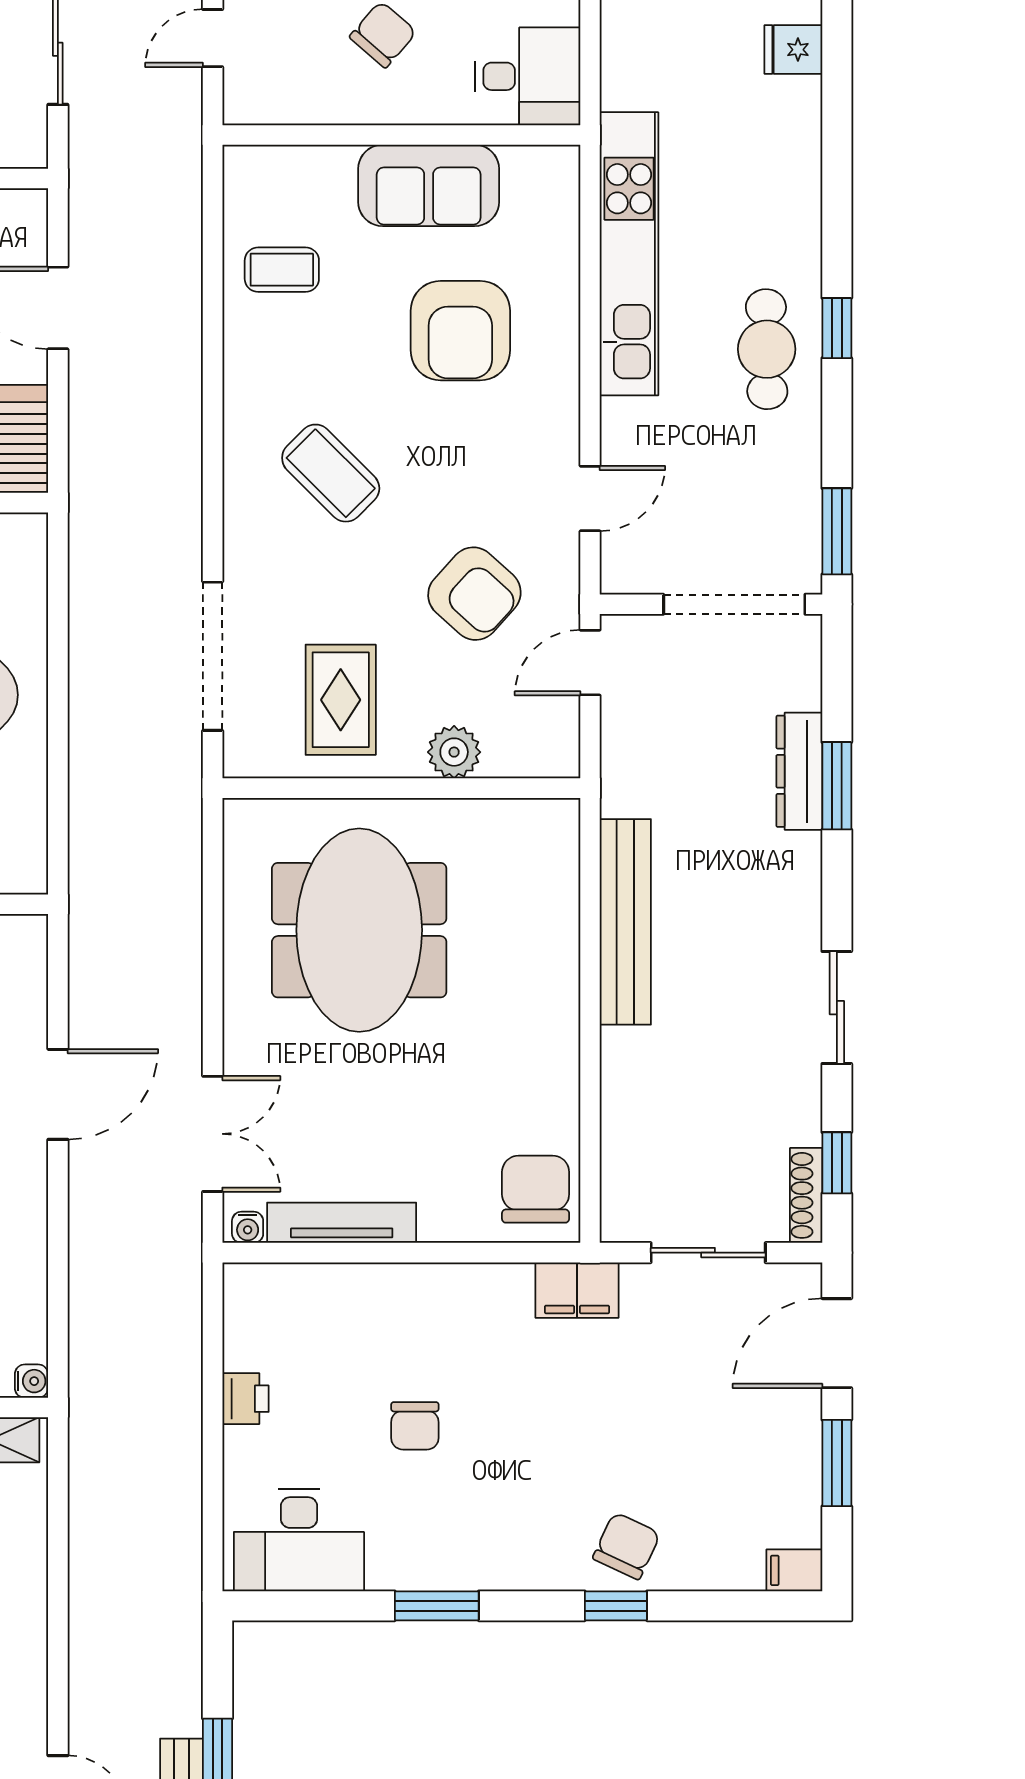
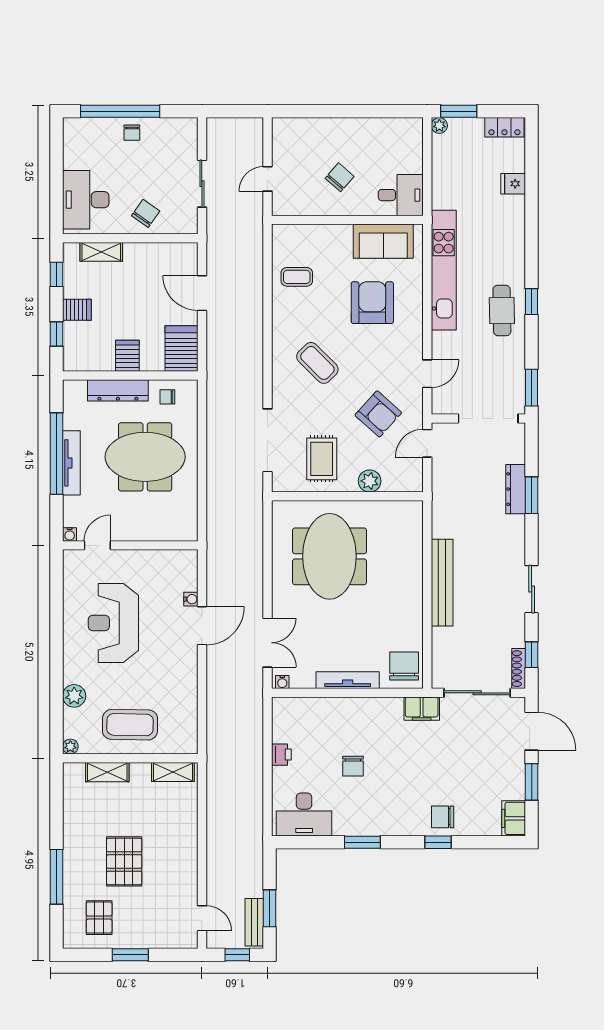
sofa: (429, 185) -> (383, 241), moved
armchair: (460, 331) -> (372, 303), turned 180
bench: (625, 922) -> (442, 583), moved
tv unit: (342, 1223) -> (348, 680), moved
sliding door: (708, 1253) -> (477, 693), width x1.37
door: (837, 1343) -> (532, 731), swing flipped
water cooler: (31, 1381) -> (191, 599), moved
chair: (627, 1546) -> (443, 817), turned -115
filing cabinet: (794, 1570) -> (514, 818), width x2.00

